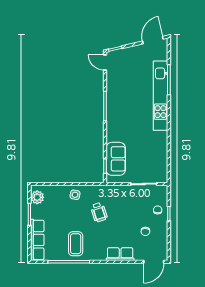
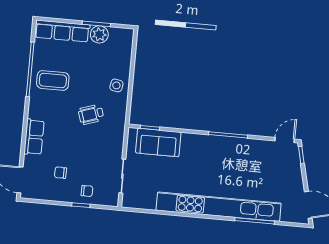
kitchen unit: (160, 96) -> (219, 207), width x1.36
plant: (37, 197) -> (99, 34), moved

